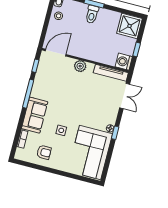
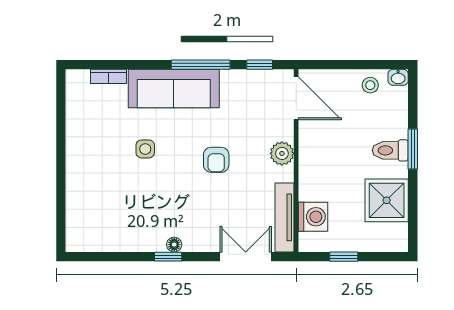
shower: (129, 26) -> (387, 200), moved
washing machine: (124, 62) -> (313, 217), moved, turned 90
double door: (125, 96) -> (246, 257), swing flipped
sofa: (35, 115) -> (174, 89), width x1.36
armchair: (44, 152) -> (216, 160), moved
corner sofa: (90, 152) -> (116, 217), removed

